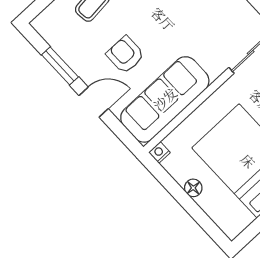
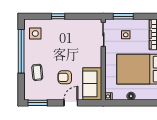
window: (60, 66) -> (38, 103), moved
sofa: (165, 99) -> (92, 84), width x0.73

